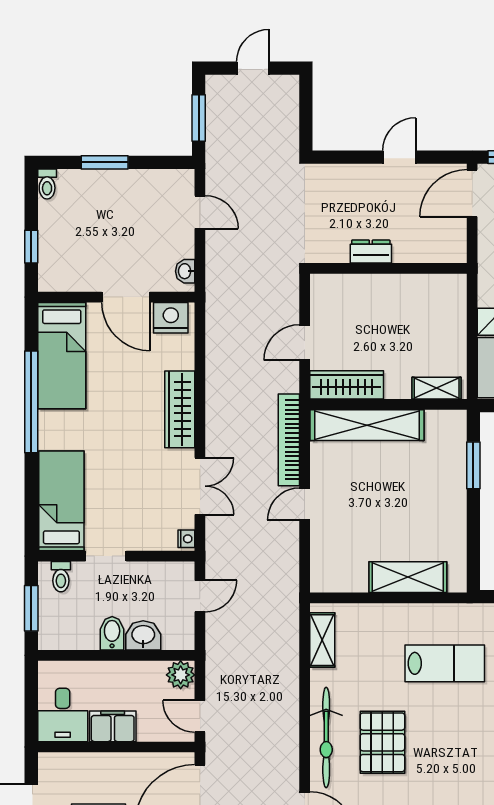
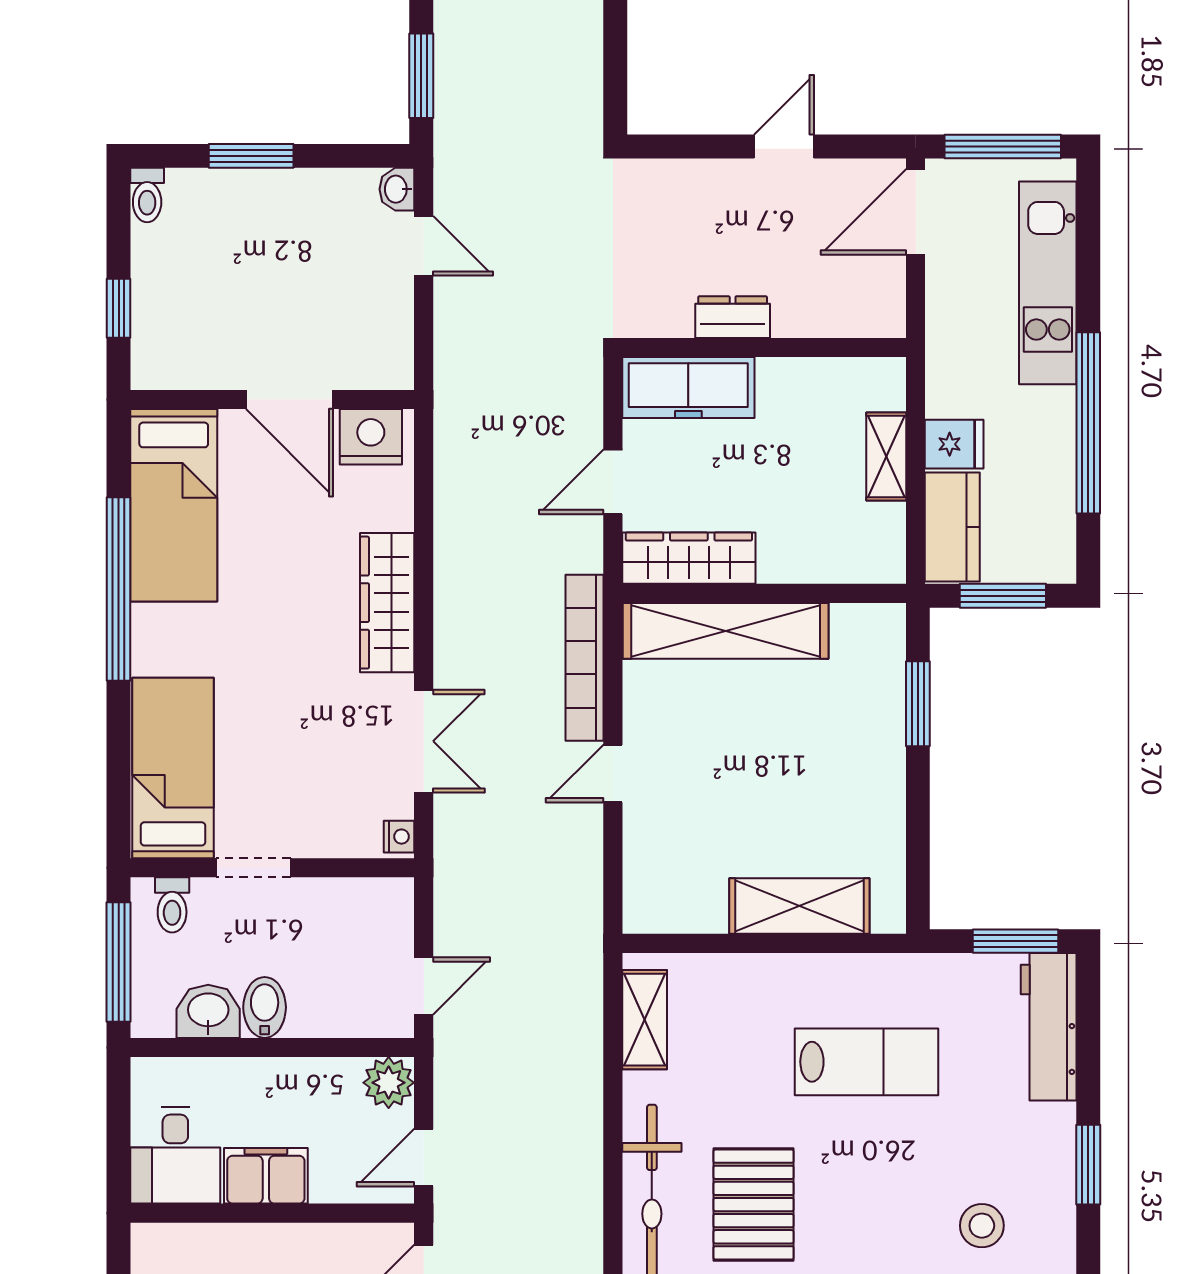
washbasin: (185, 271) -> (397, 189), moved
freezer: (346, 290) -> (688, 388), added
shelving: (437, 388) -> (886, 456), moved, turned 90
door: (200, 596) -> (424, 986), moved
window: (31, 608) -> (119, 962), width x1.44
washbasin: (143, 635) -> (208, 1011), moved
door: (200, 716) -> (424, 1158), hinge flipped

